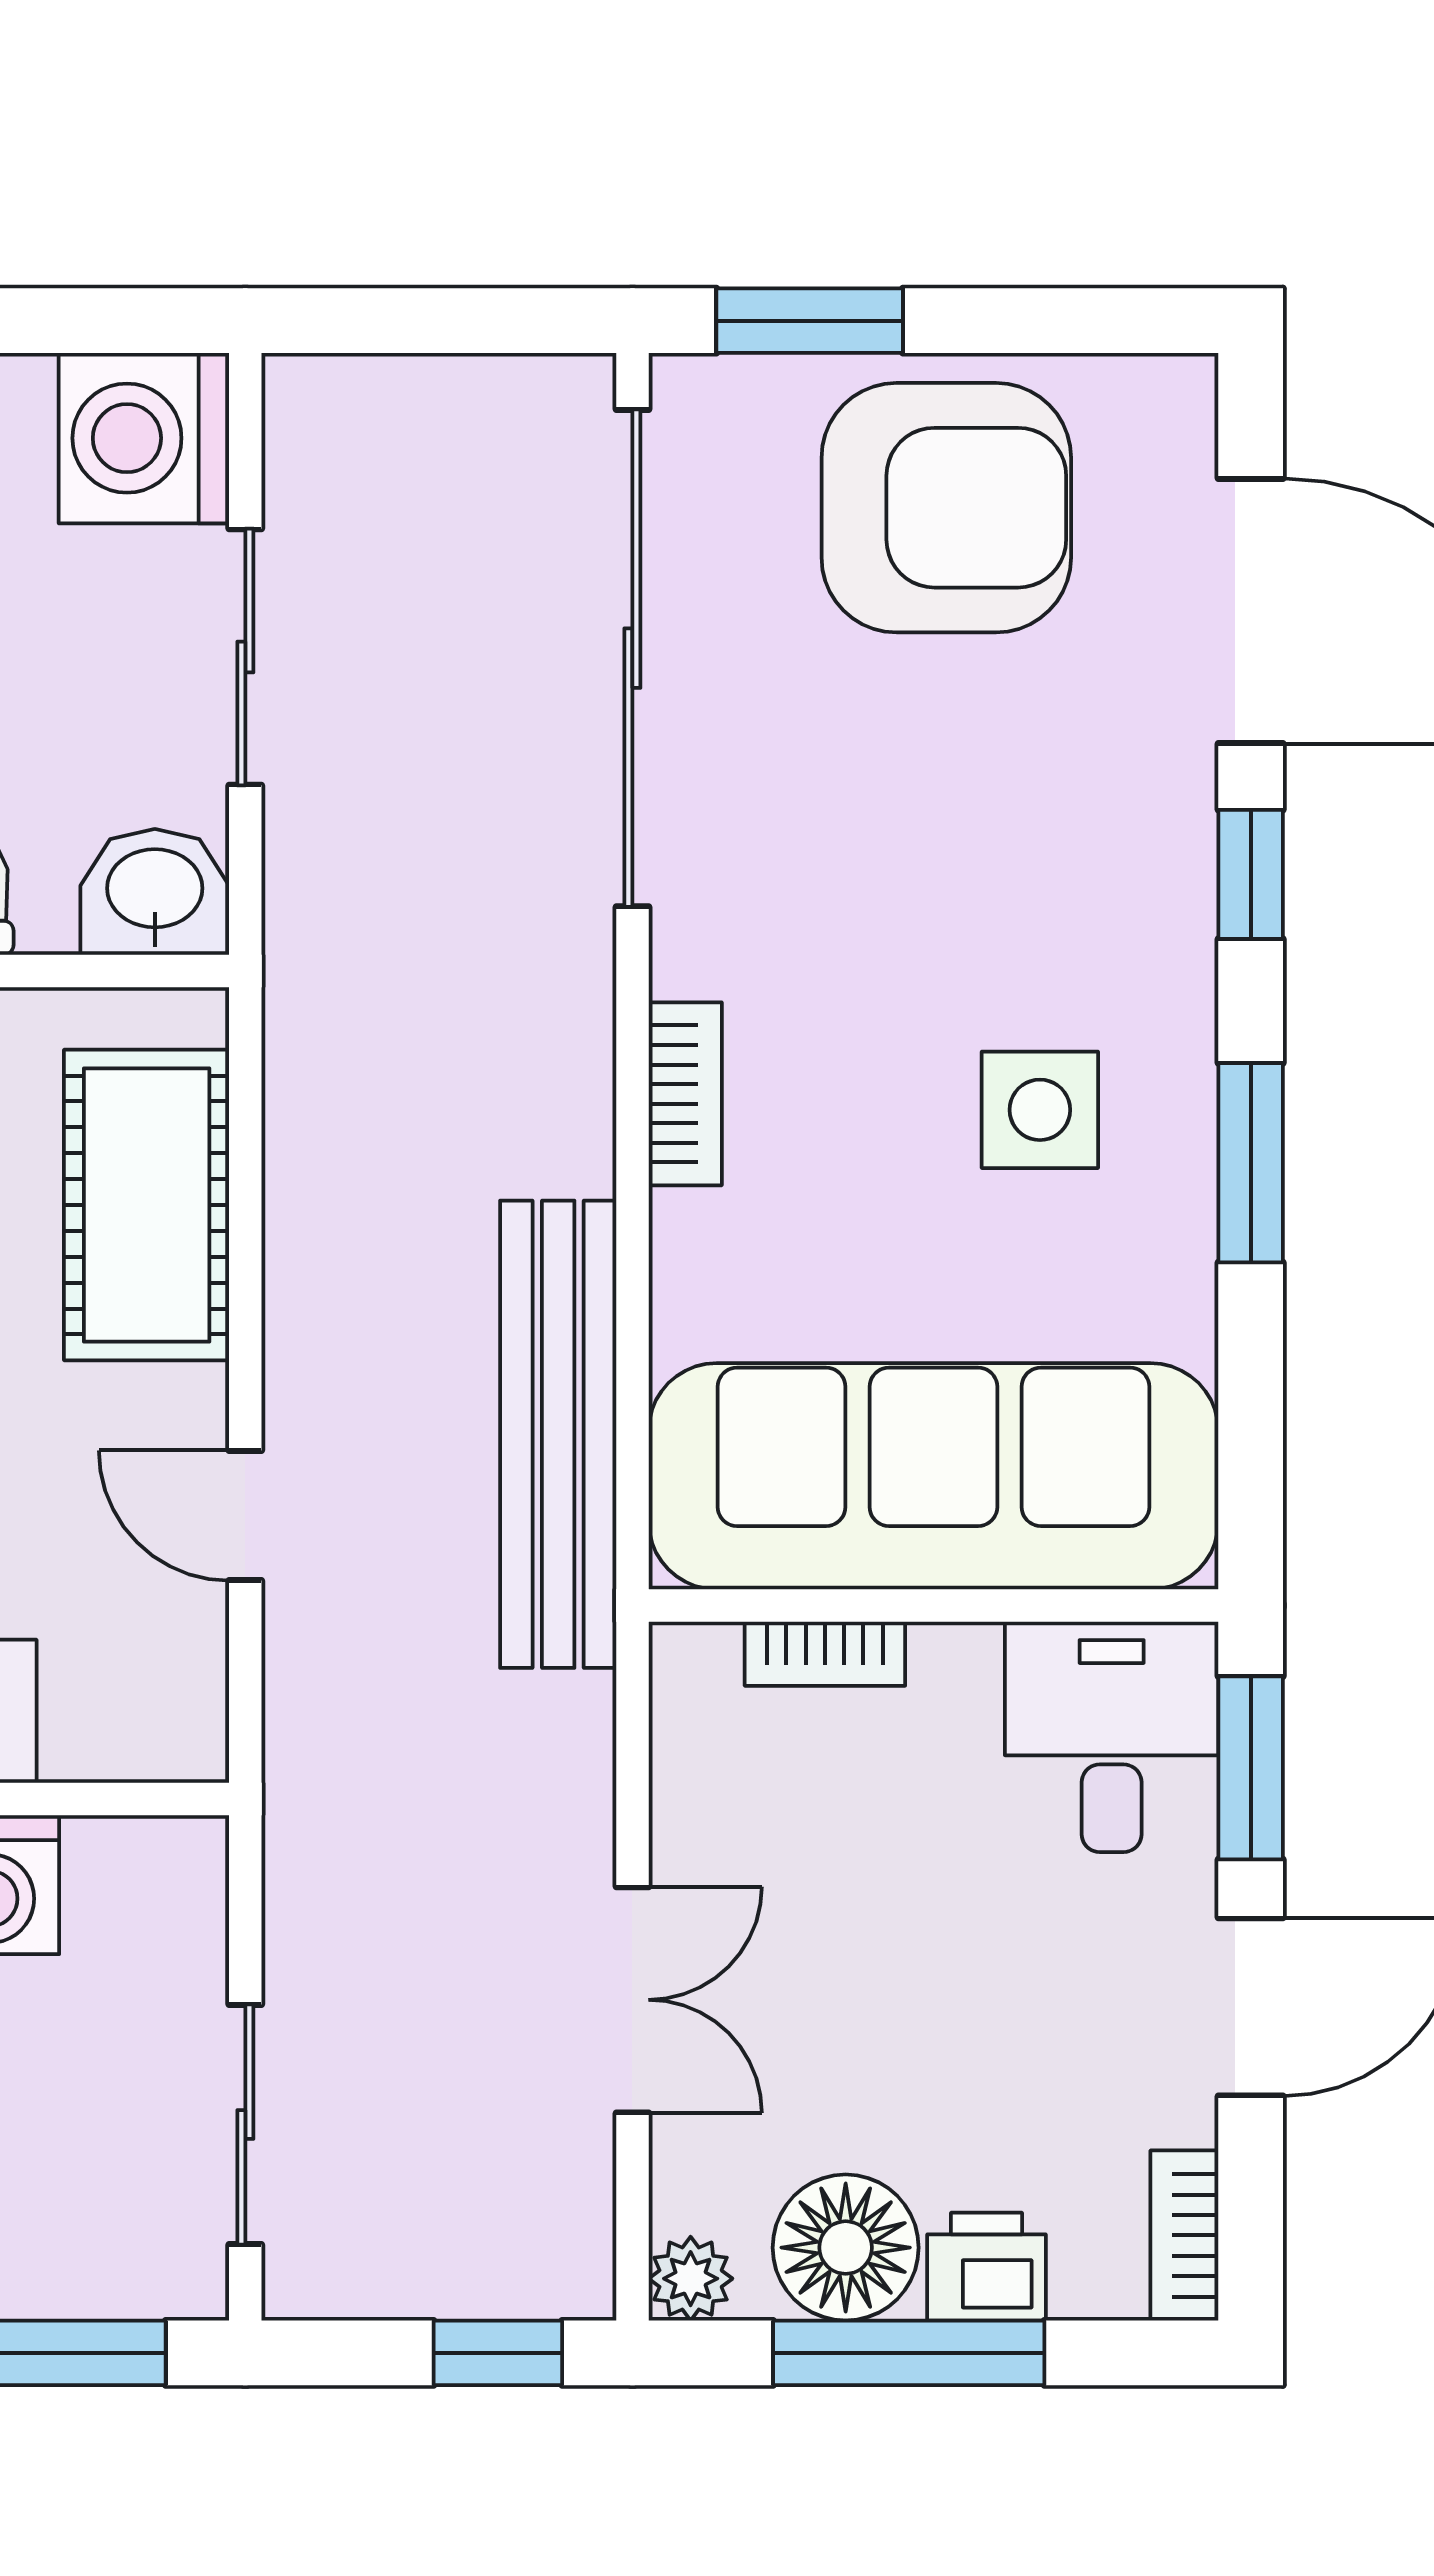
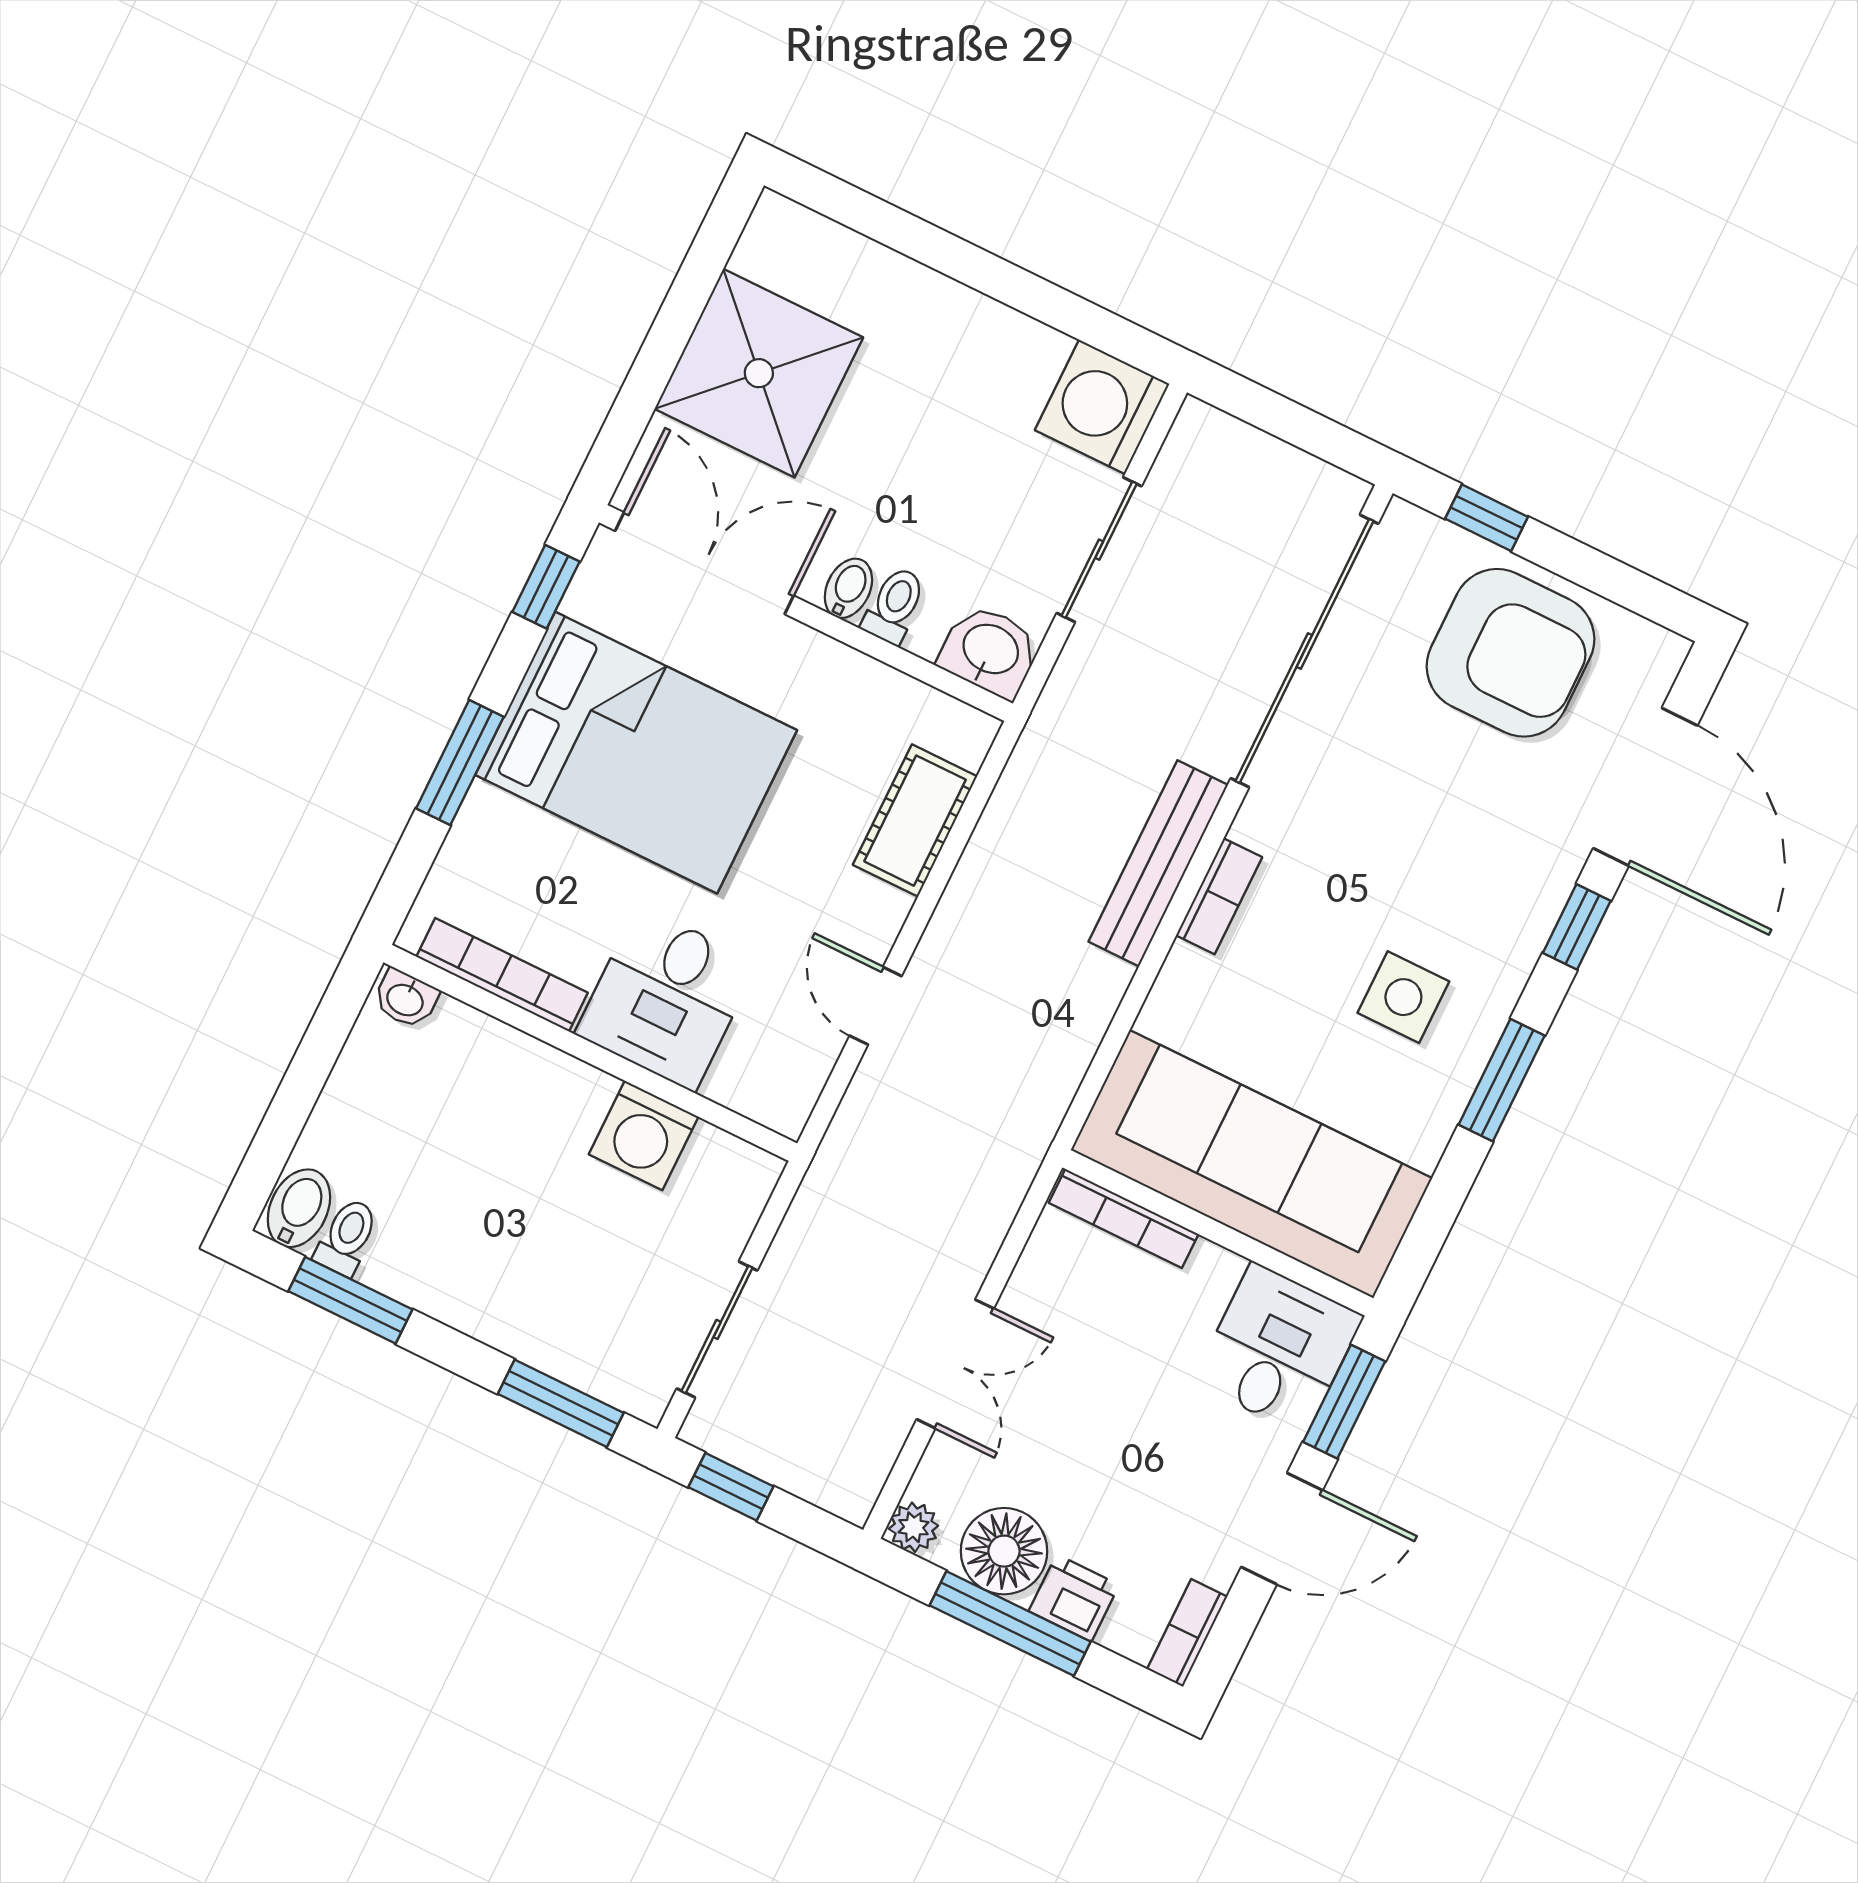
window: (810, 321) -> (1486, 518), width x0.67
cot: (147, 1205) -> (915, 821), width x0.73, depth x0.75
bench: (558, 1434) -> (1158, 863), moved, width x0.73, depth x0.82
bookcase: (825, 1654) -> (1124, 1218), width x1.56
window: (498, 2353) -> (731, 1487), moved

